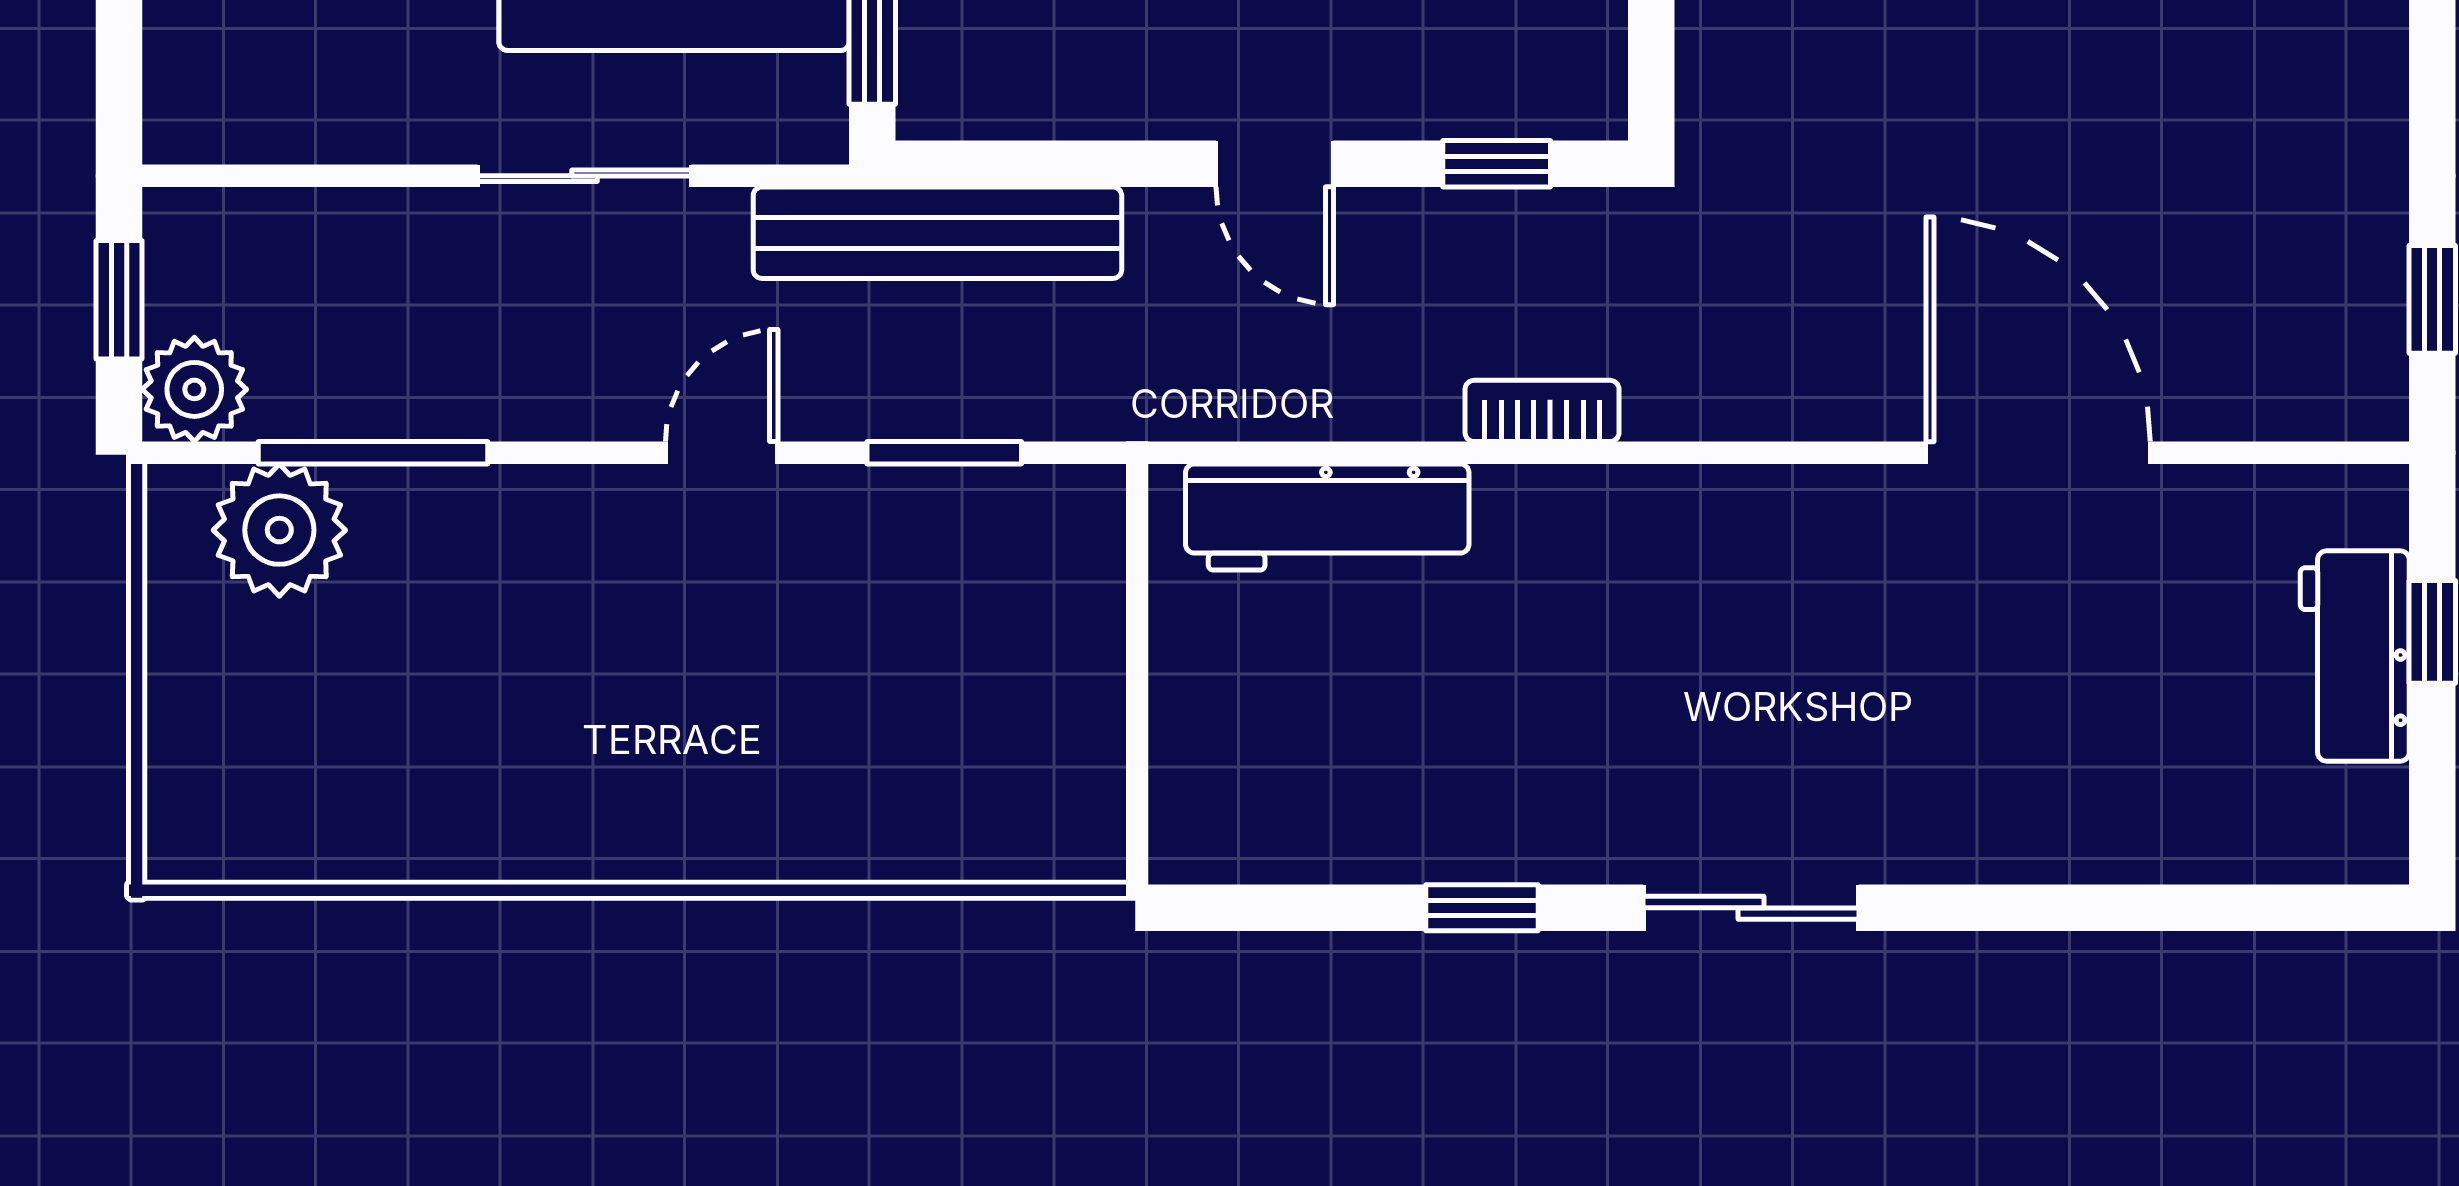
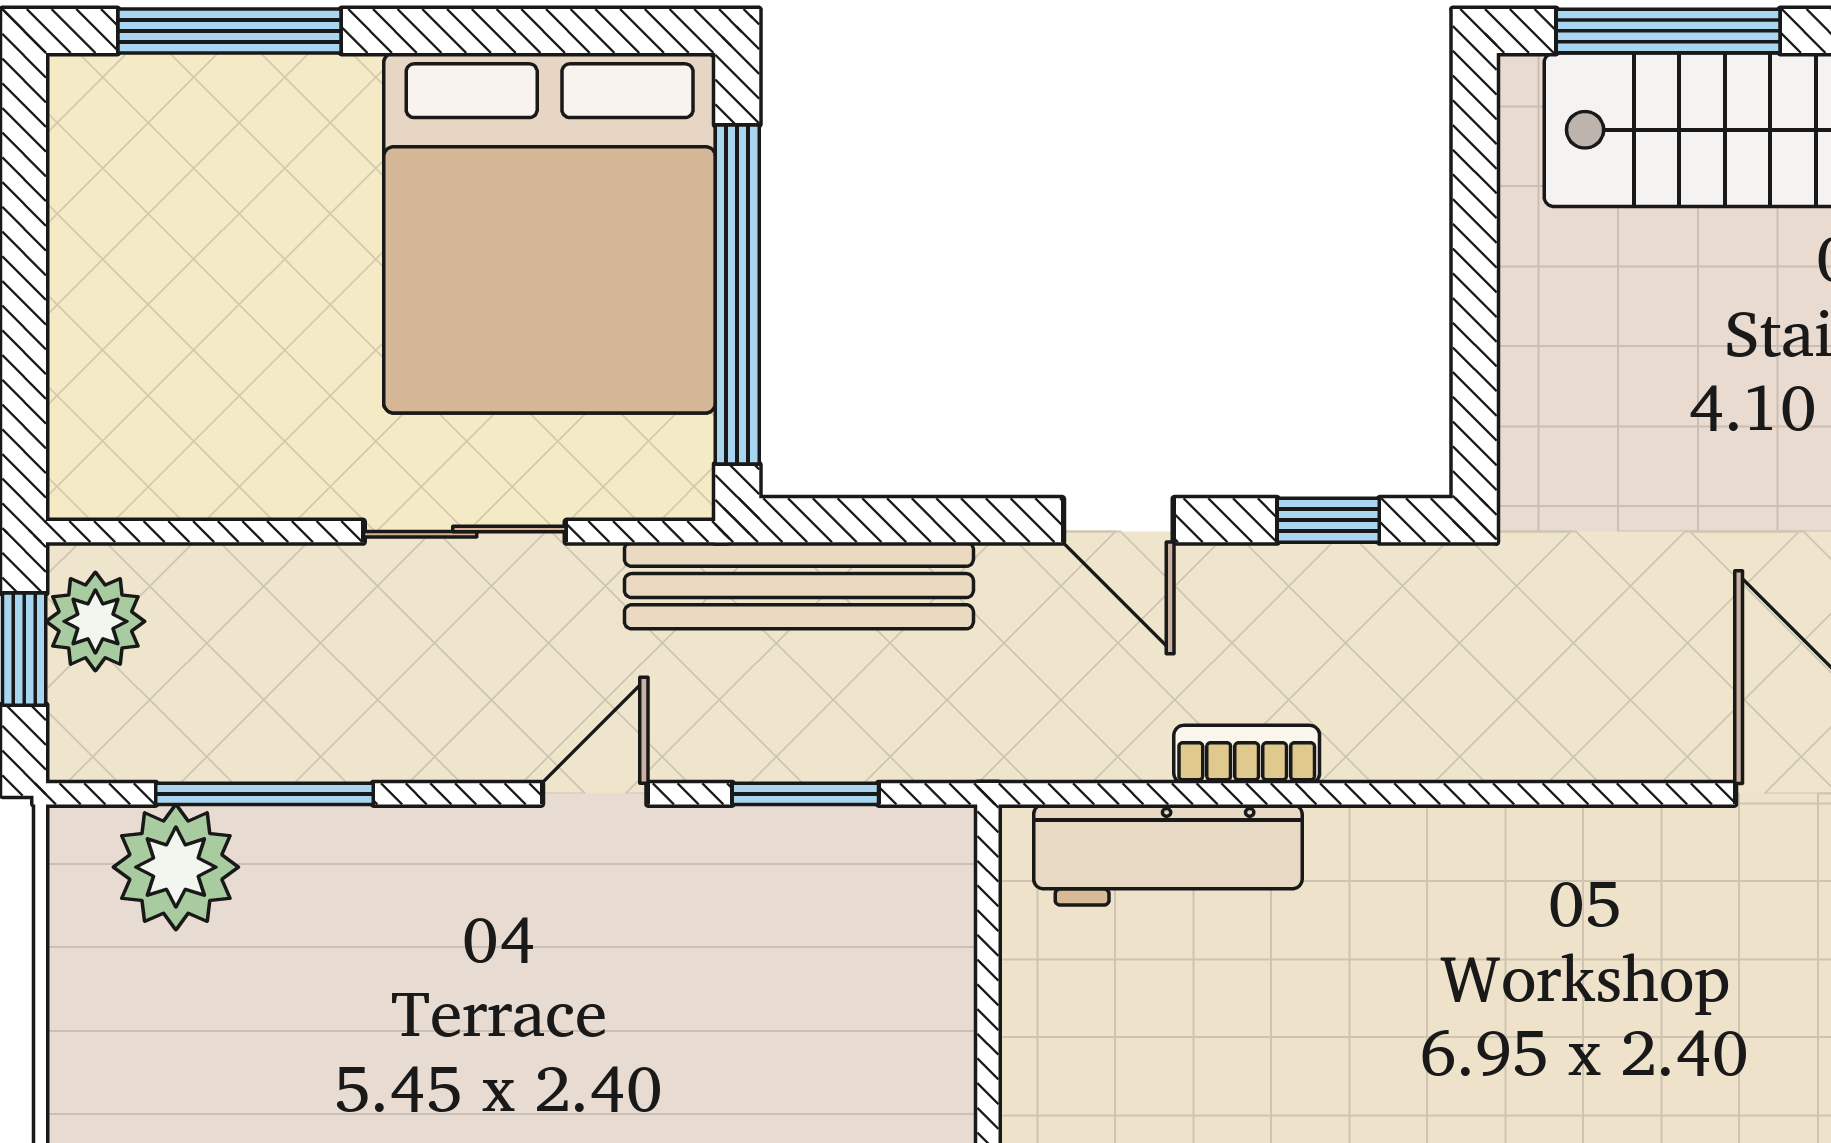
plant: (194, 389) -> (95, 621), moved
bookcase: (1542, 411) -> (1247, 754), moved

